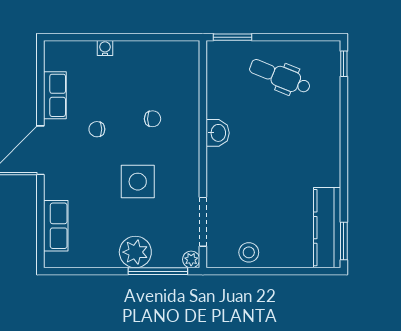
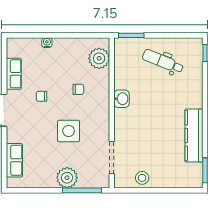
kitchen counter: (327, 228) -> (194, 135), moved
plant: (191, 259) -> (99, 58), moved, width x1.87, depth x1.87

